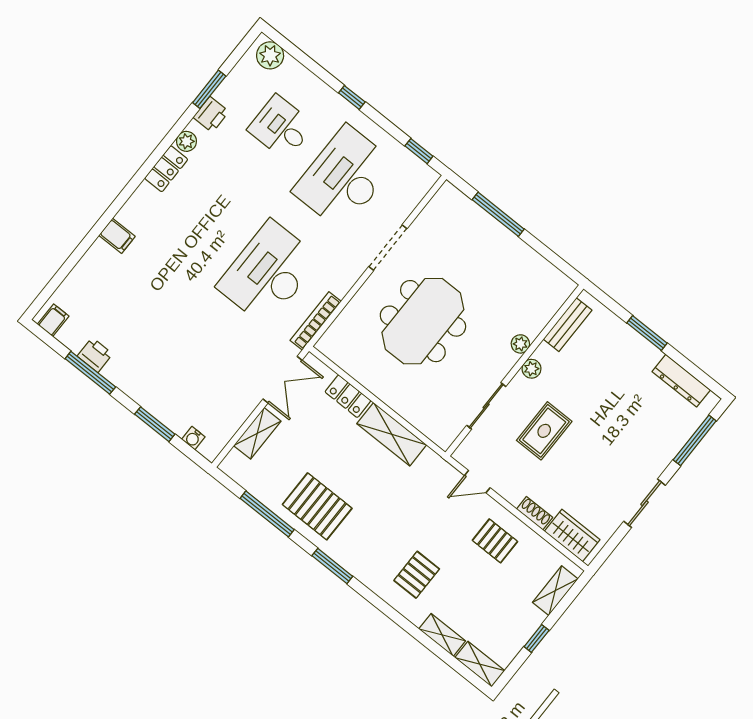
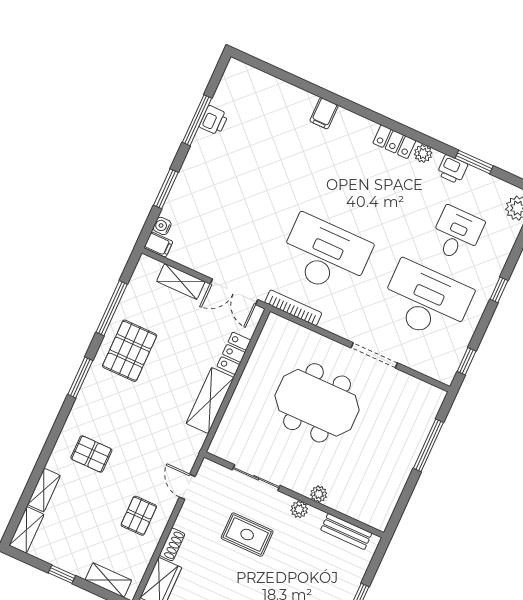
filing cabinet: (53, 320) -> (158, 245), moved

